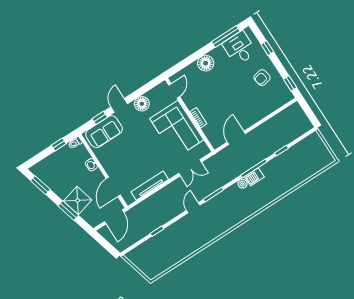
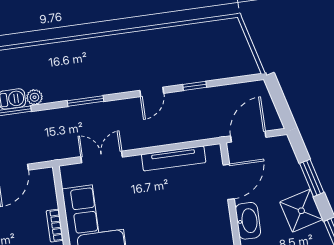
washbasin: (91, 165) -> (248, 221), width x1.91, depth x1.45
shower: (78, 200) -> (301, 211), moved
door: (193, 208) -> (152, 92), moved

